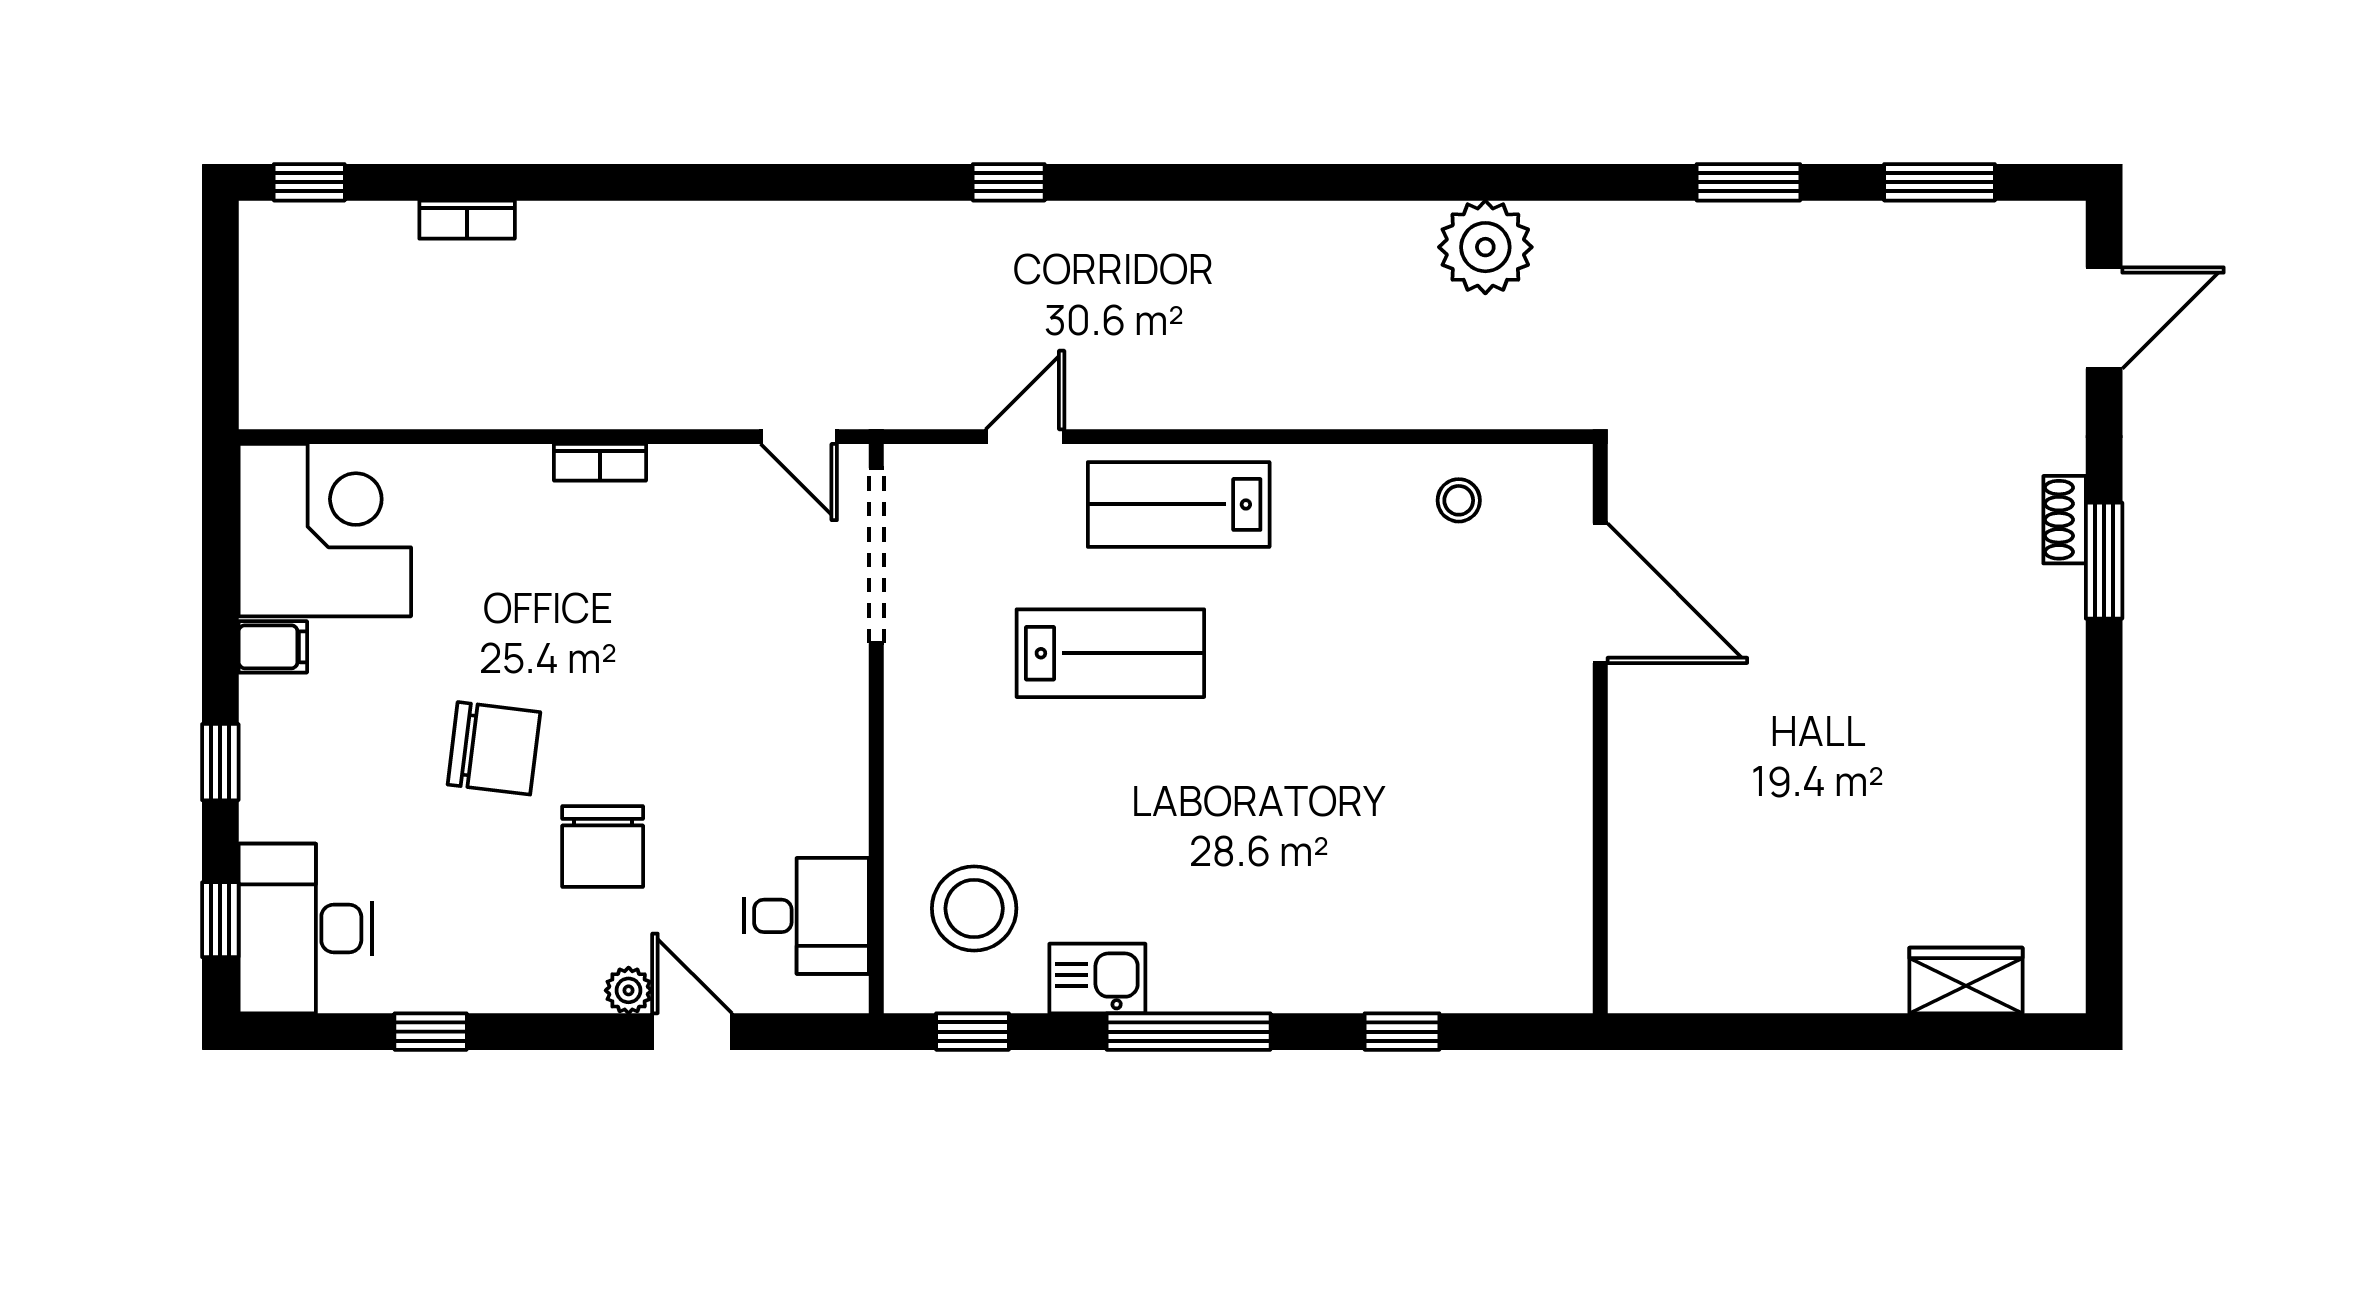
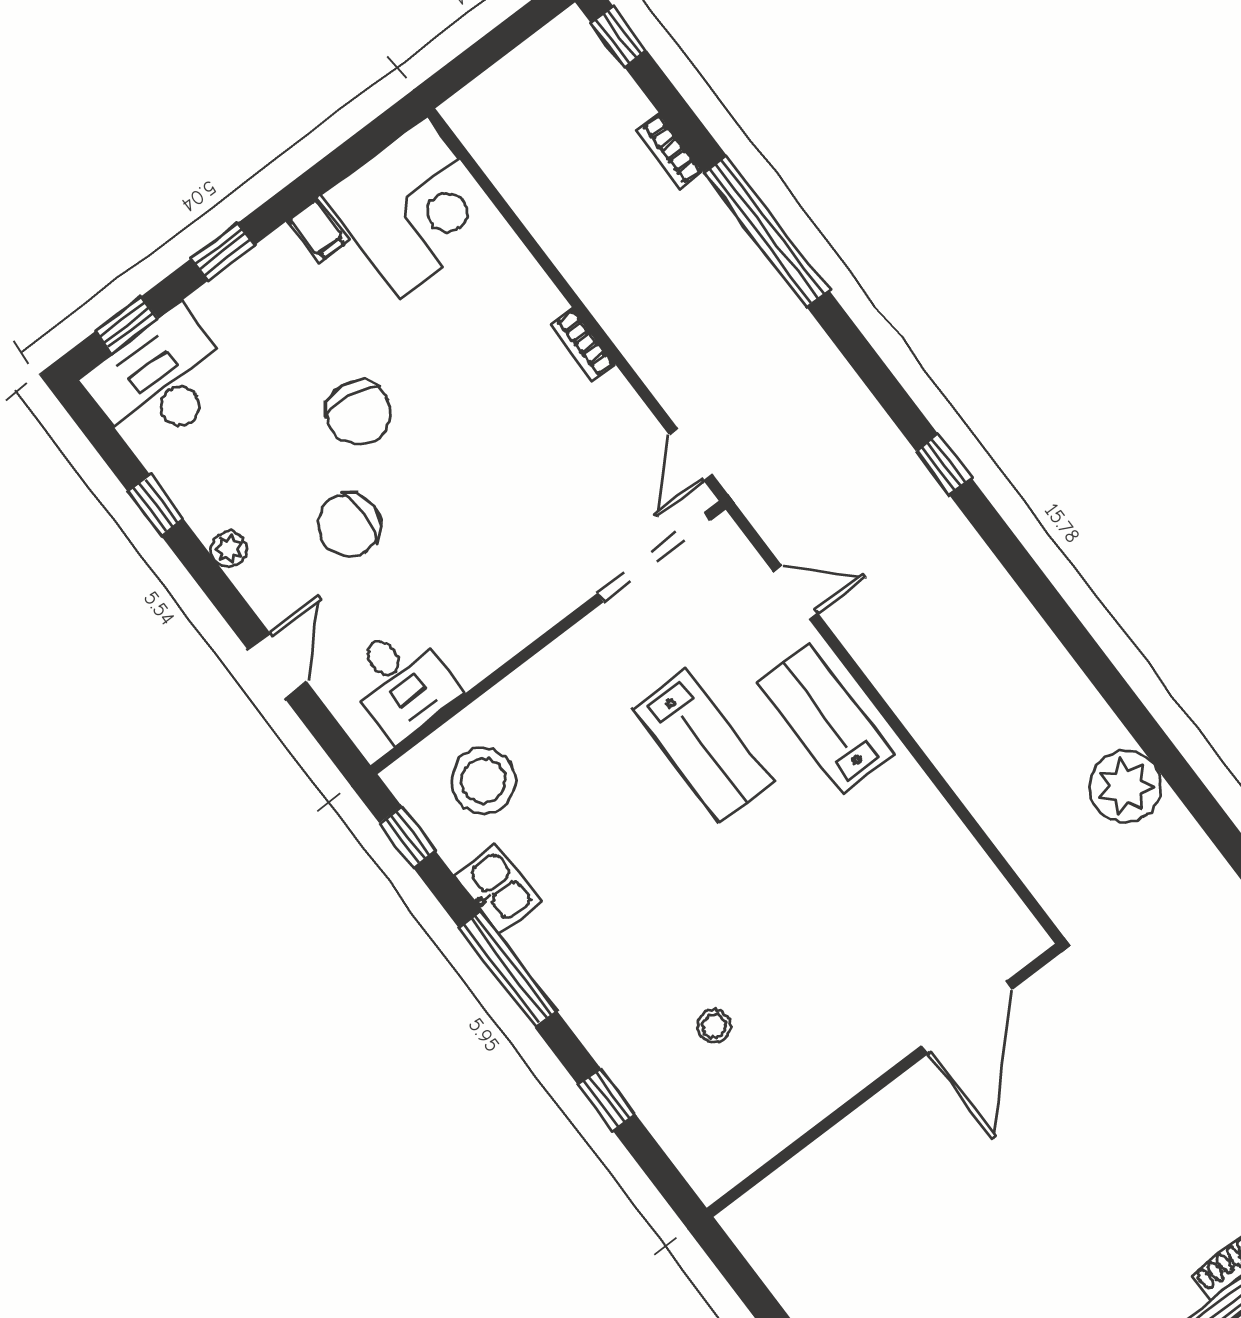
window: (627, 182) -> (766, 231), added
stool: (1459, 500) -> (714, 1026), moved
plant: (629, 990) -> (229, 549), moved

